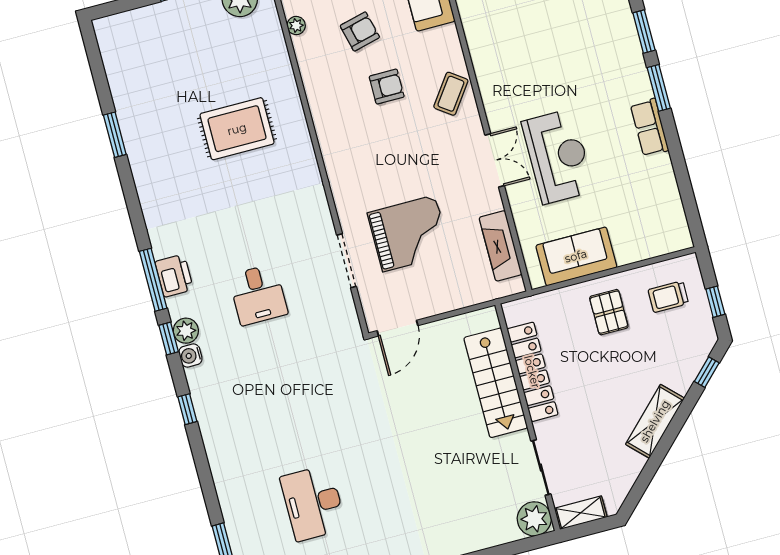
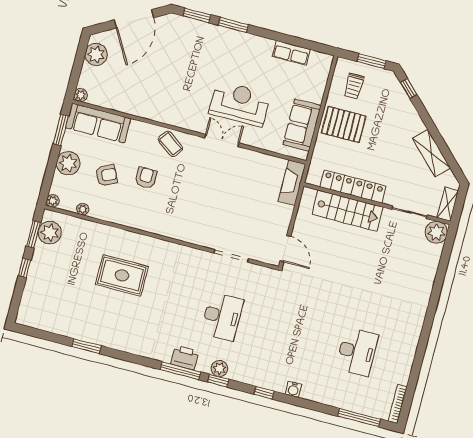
armchair: (360, 31) -> (106, 175), turned 78
row of seats: (650, 127) -> (291, 53), moved
rug: (237, 129) -> (122, 275), turned 90
grand piano: (409, 233) -> (236, 212), removed
fireplace: (501, 246) -> (292, 183), moved, turned 90
desk: (258, 295) -> (222, 316), width x1.37
window: (715, 302) -> (372, 61), width x1.50
pallet: (609, 312) -> (344, 124), width x1.50, depth x1.42
water cooler: (190, 355) -> (293, 389), moved
shelving: (655, 421) -> (431, 153), moved
desk: (313, 503) -> (357, 352), turned -90

